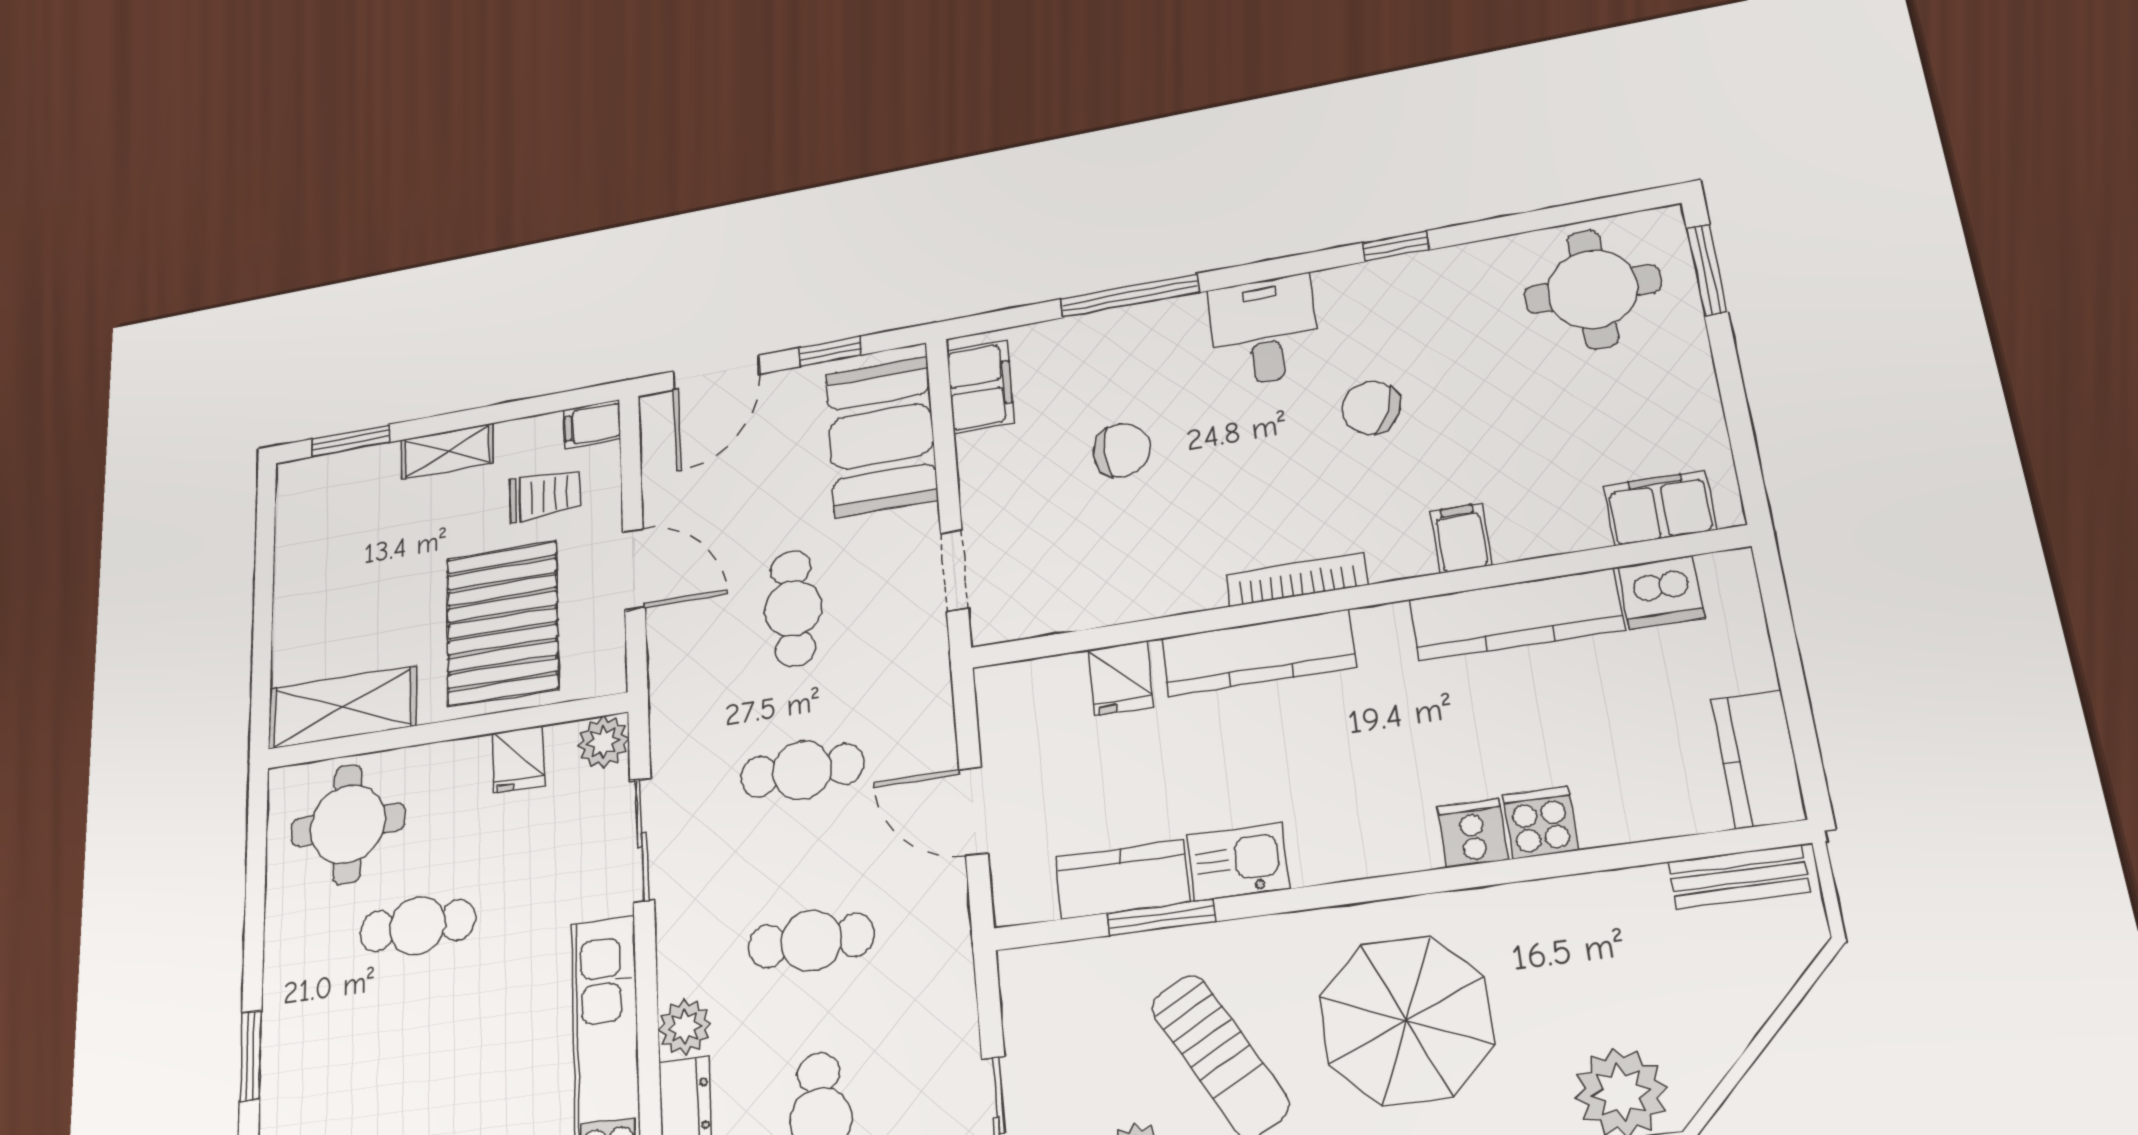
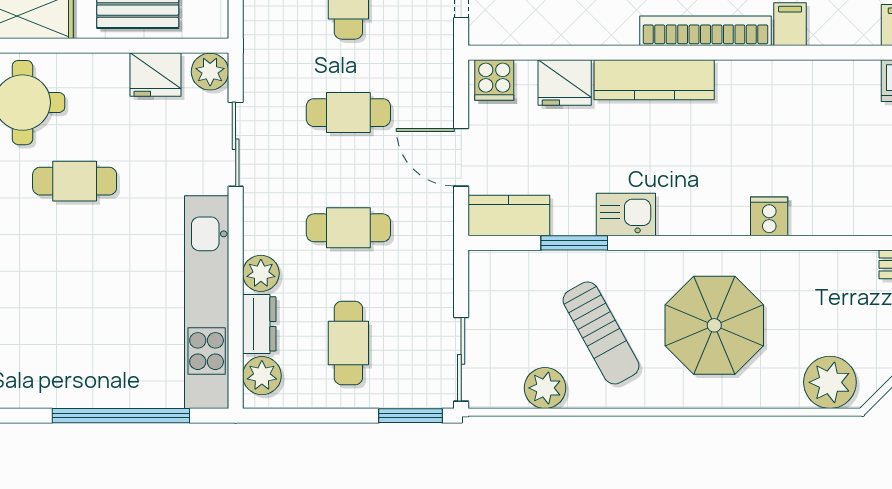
bookcase: (1297, 580) -> (706, 31), width x1.48, depth x1.31
kitchen counter: (1516, 615) -> (816, 81), removed
fridge: (1121, 678) -> (565, 83), width x1.38
fridge: (518, 759) -> (156, 75), width x1.38
cooker: (1540, 822) -> (494, 80), moved, turned 180
kitchen counter: (1122, 879) -> (509, 216), moved

